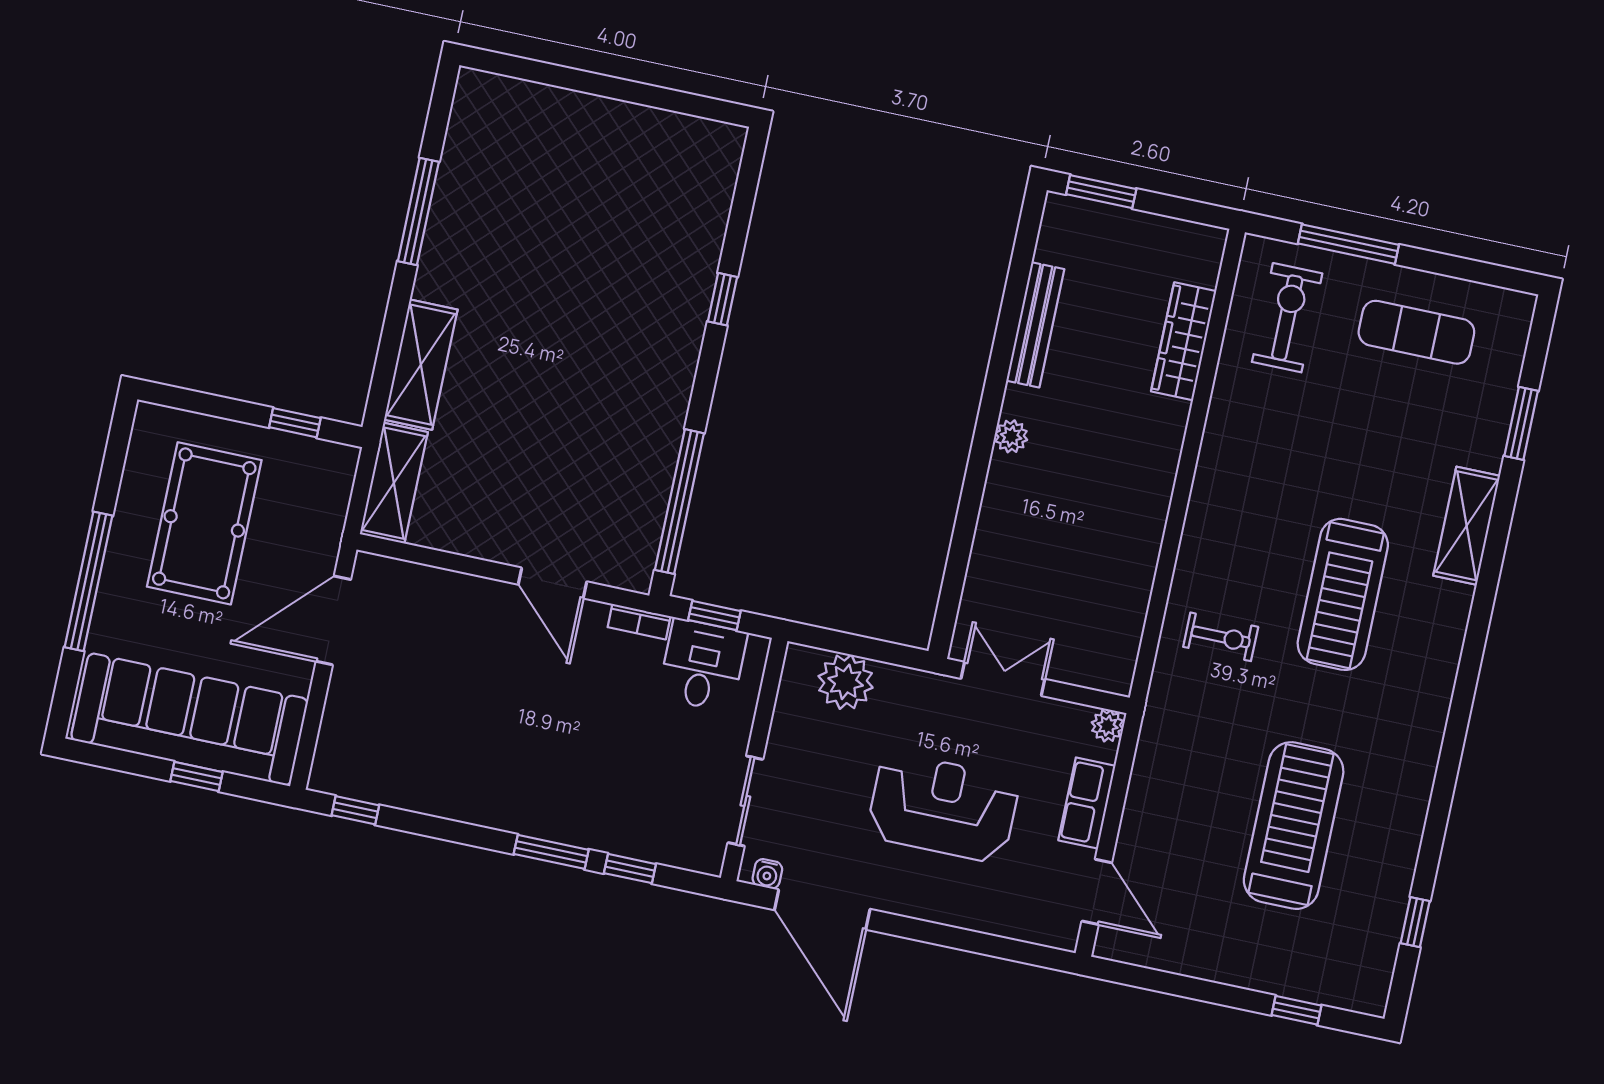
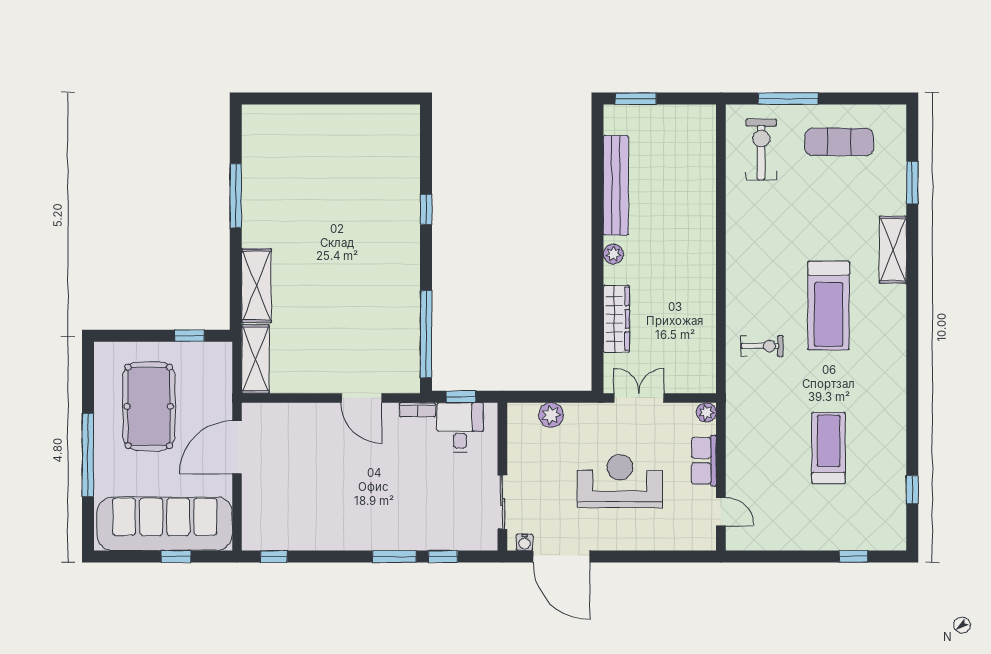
bench: (1035, 325) -> (616, 185), width x1.37, depth x1.21
wardrobe: (1184, 341) -> (616, 319), moved, turned 180
plant: (846, 682) -> (551, 415), width x0.73, depth x0.73
treadmill: (1294, 826) -> (829, 448), width x0.73, depth x0.73
door: (1097, 892) -> (721, 512), width x0.73

